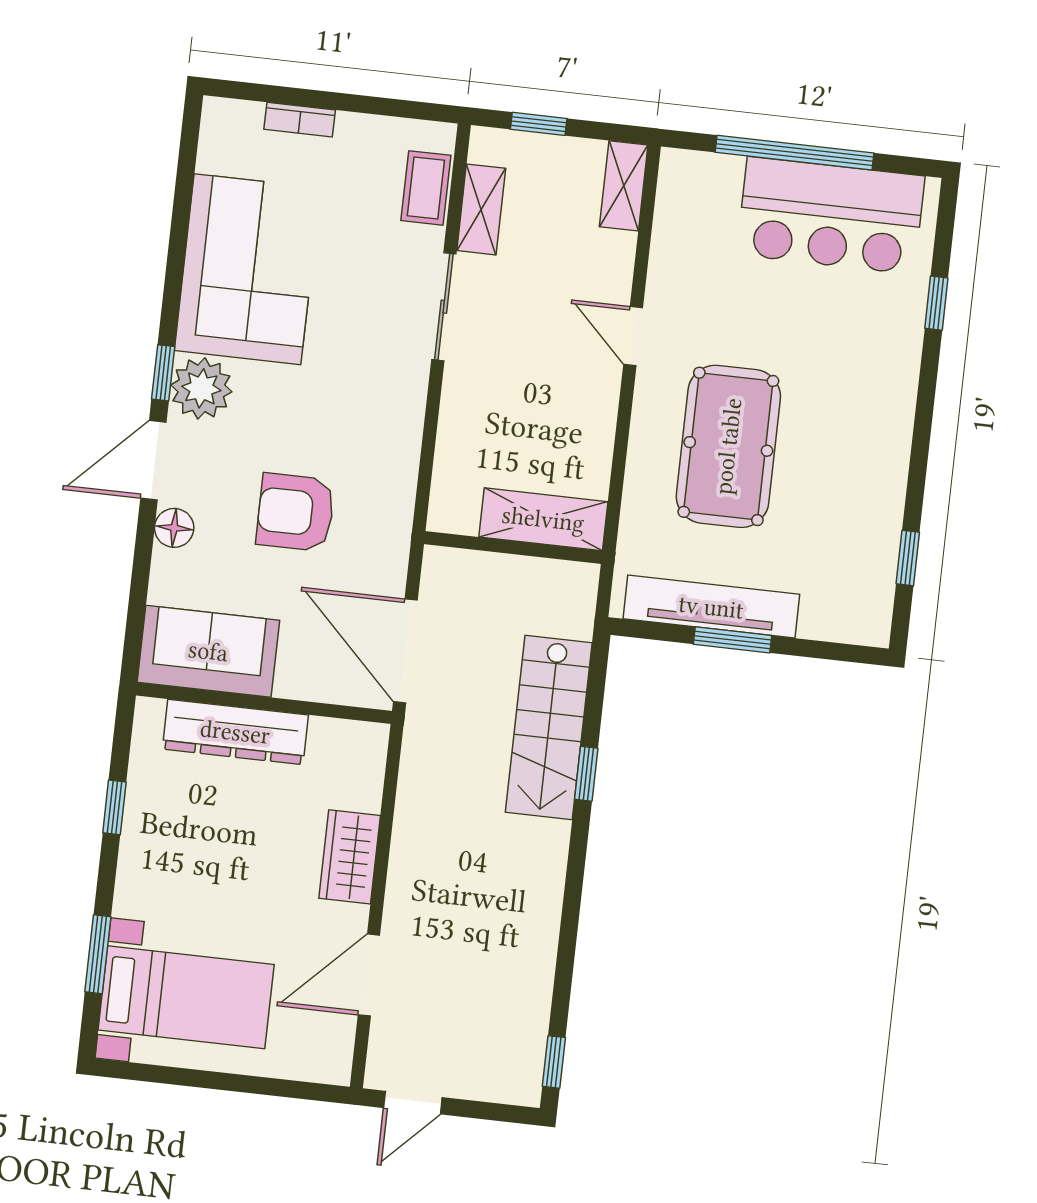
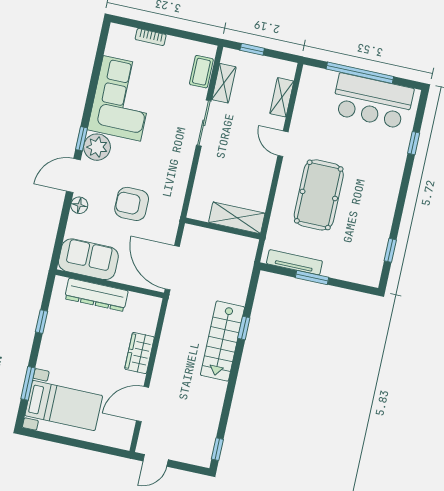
shelving: (624, 186) -> (282, 97), moved
tv unit: (711, 607) -> (294, 262), width x0.73, depth x0.78
stairs: (549, 728) -> (222, 341), moved

